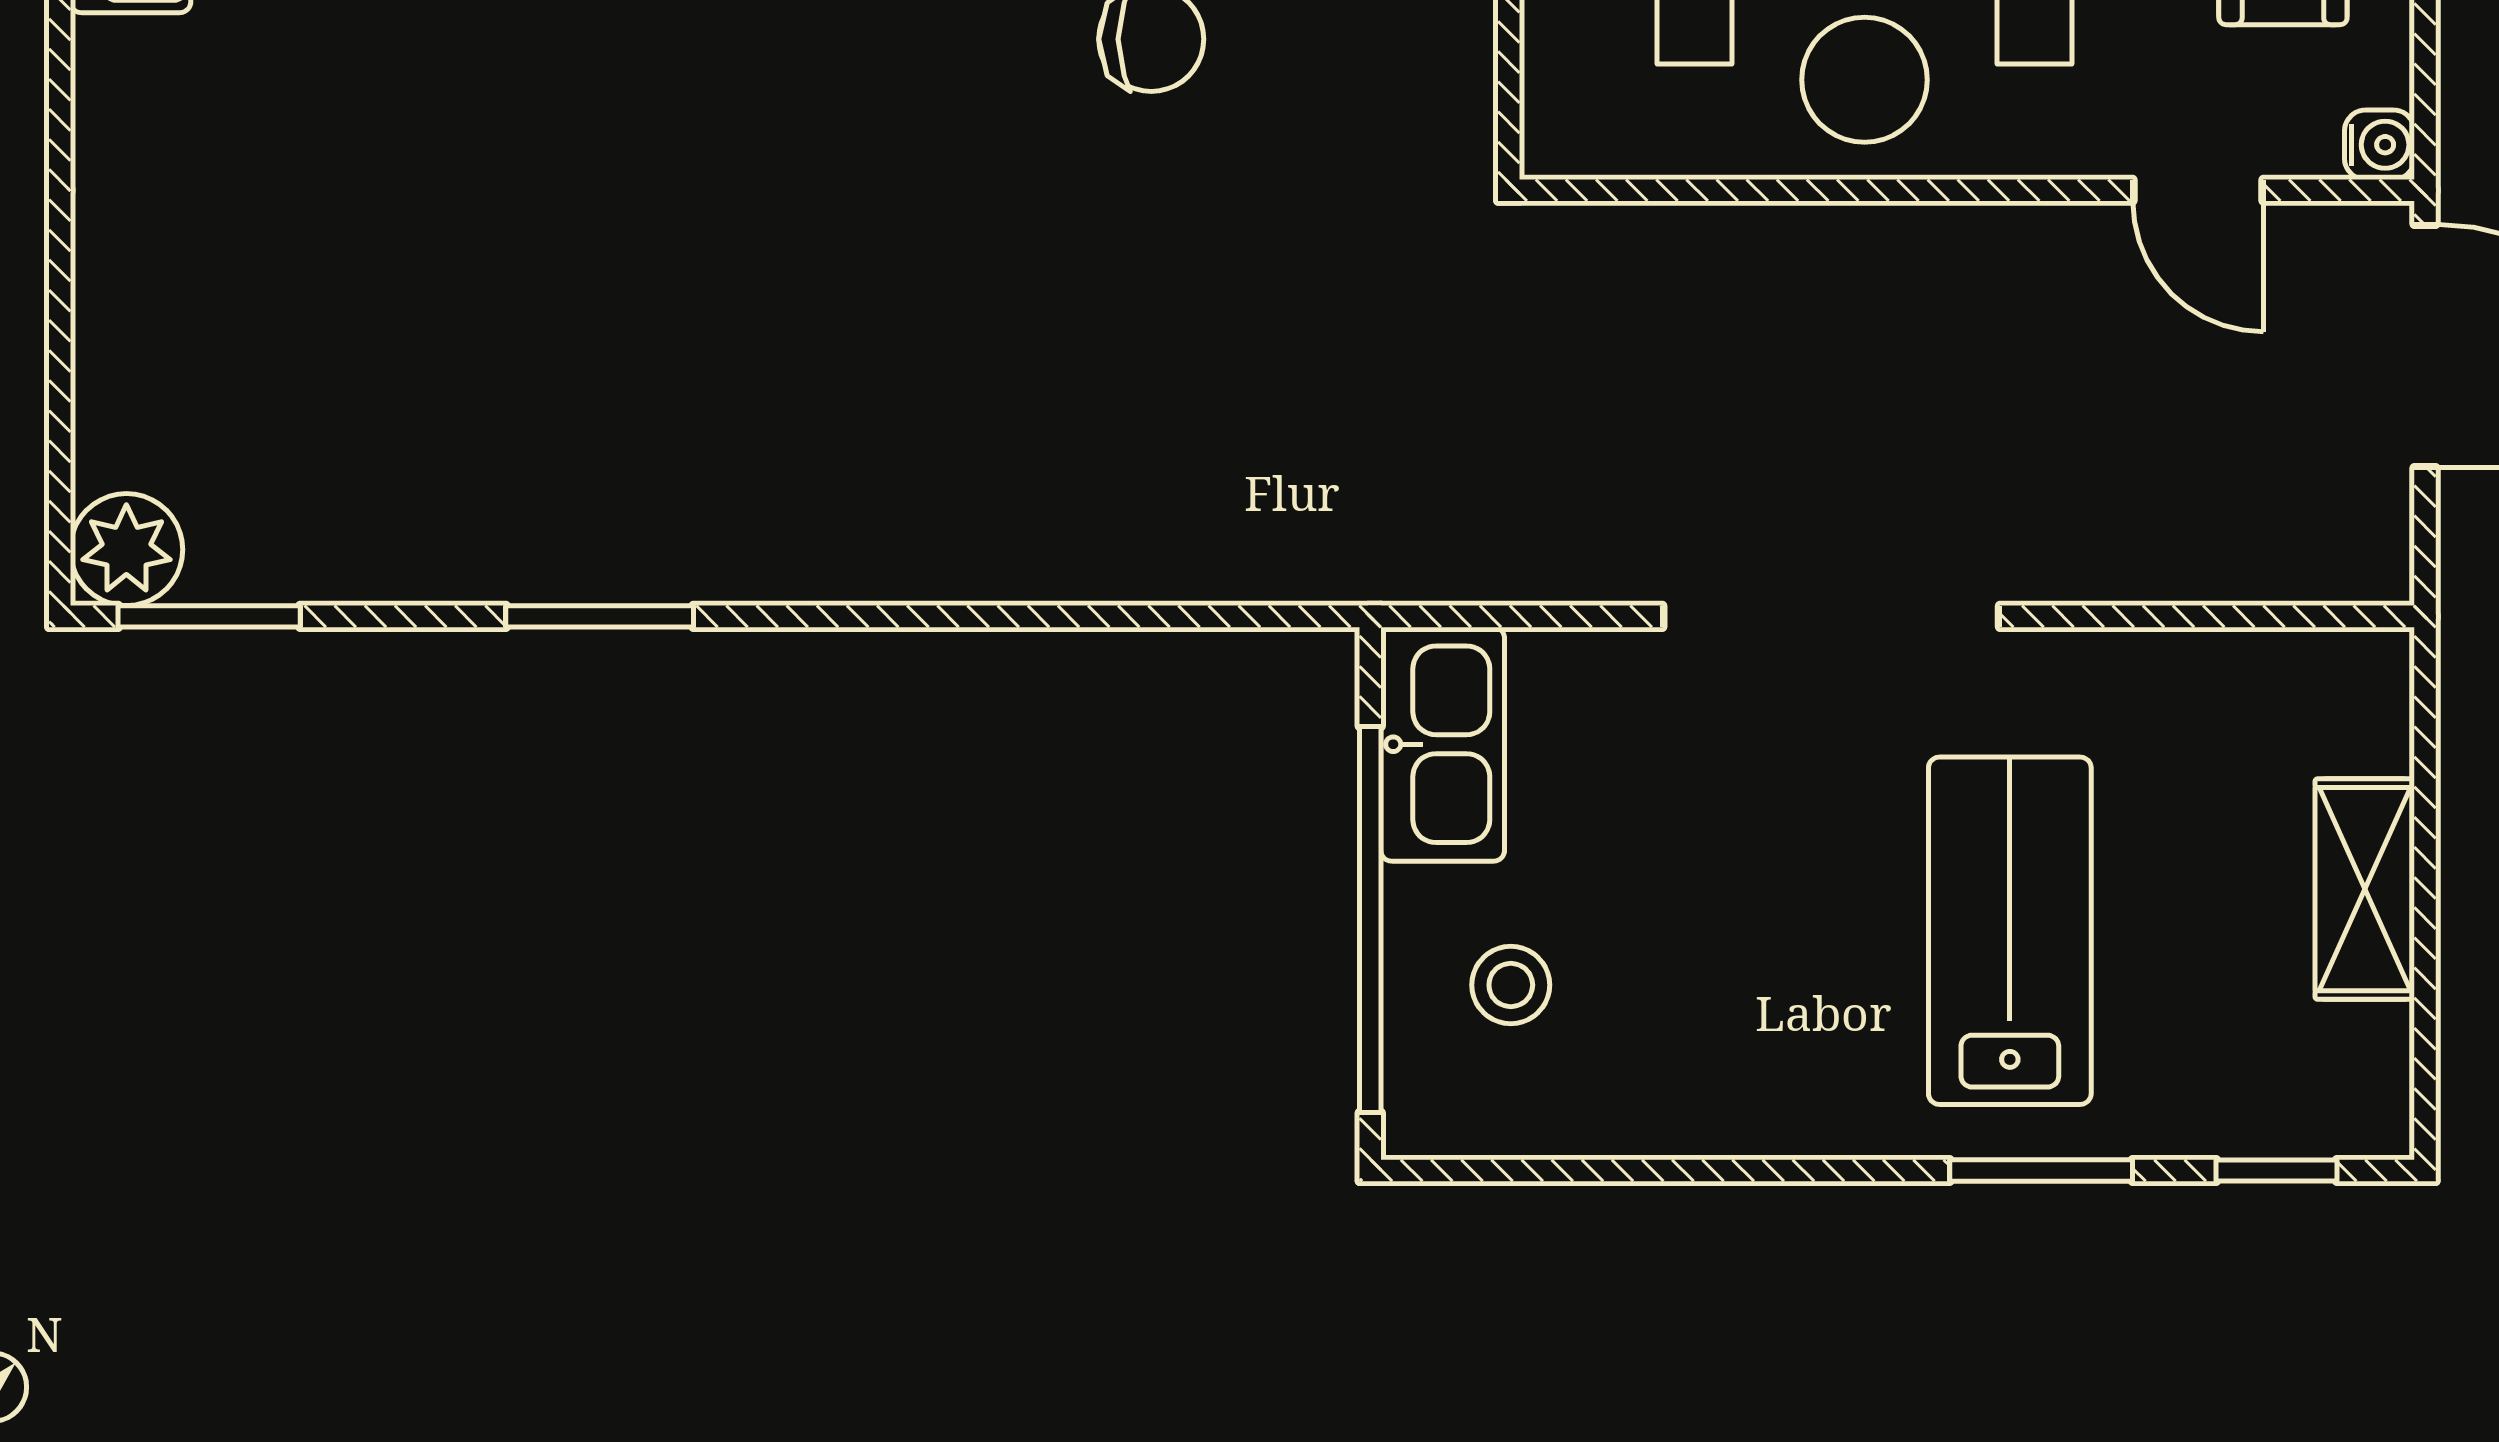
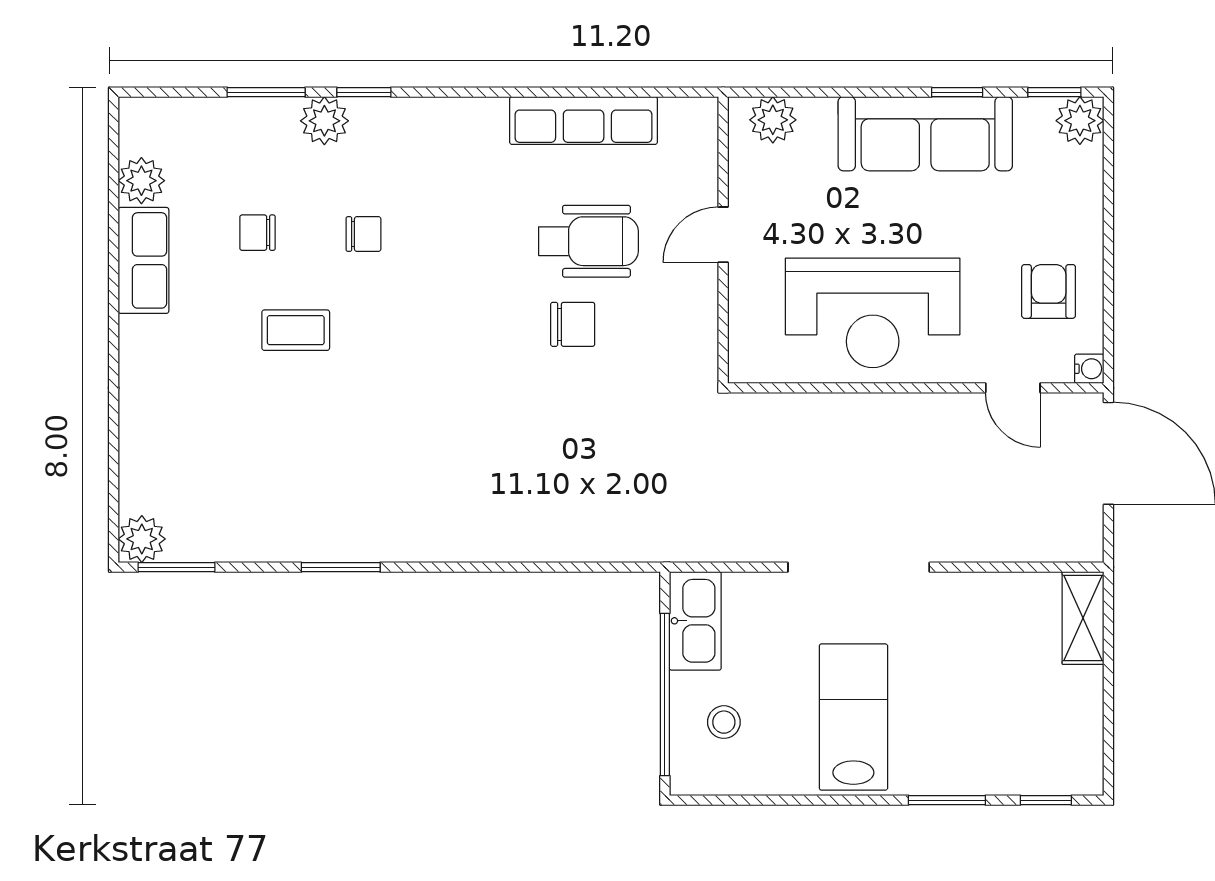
coffee table: (493, 53) -> (296, 330), added
shelving: (2365, 889) -> (1083, 618), moved
lab bench: (2010, 931) -> (853, 717), moved

